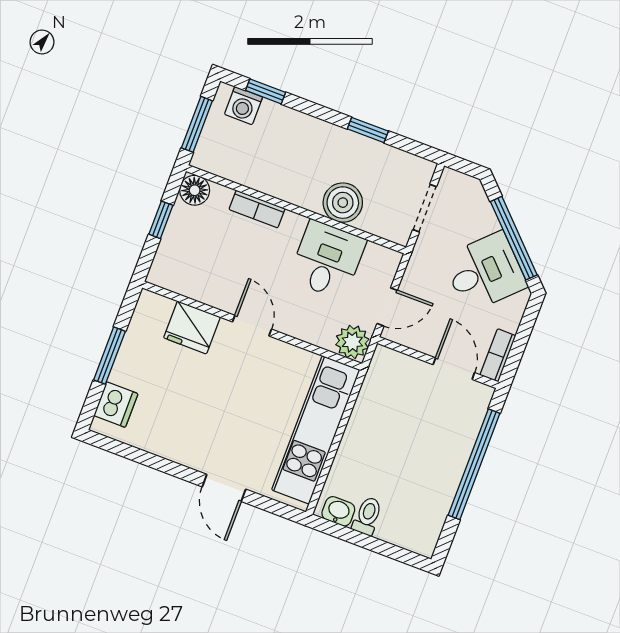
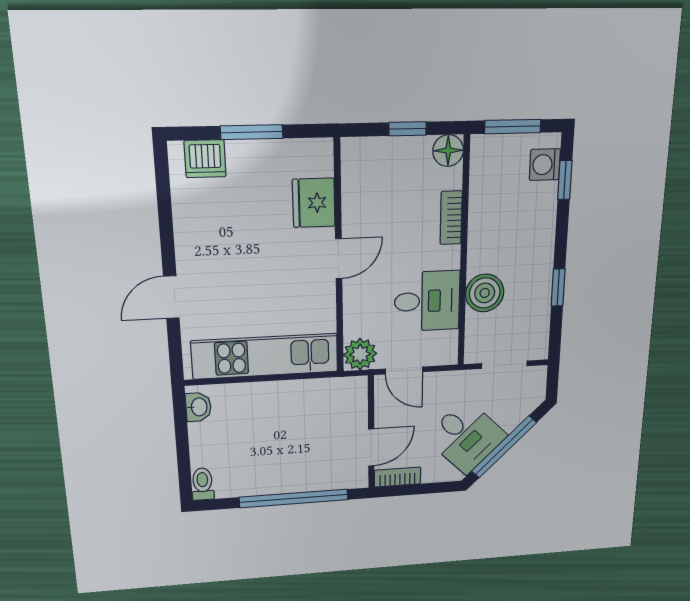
toilet: (367, 516) -> (203, 484), moved, turned -90

